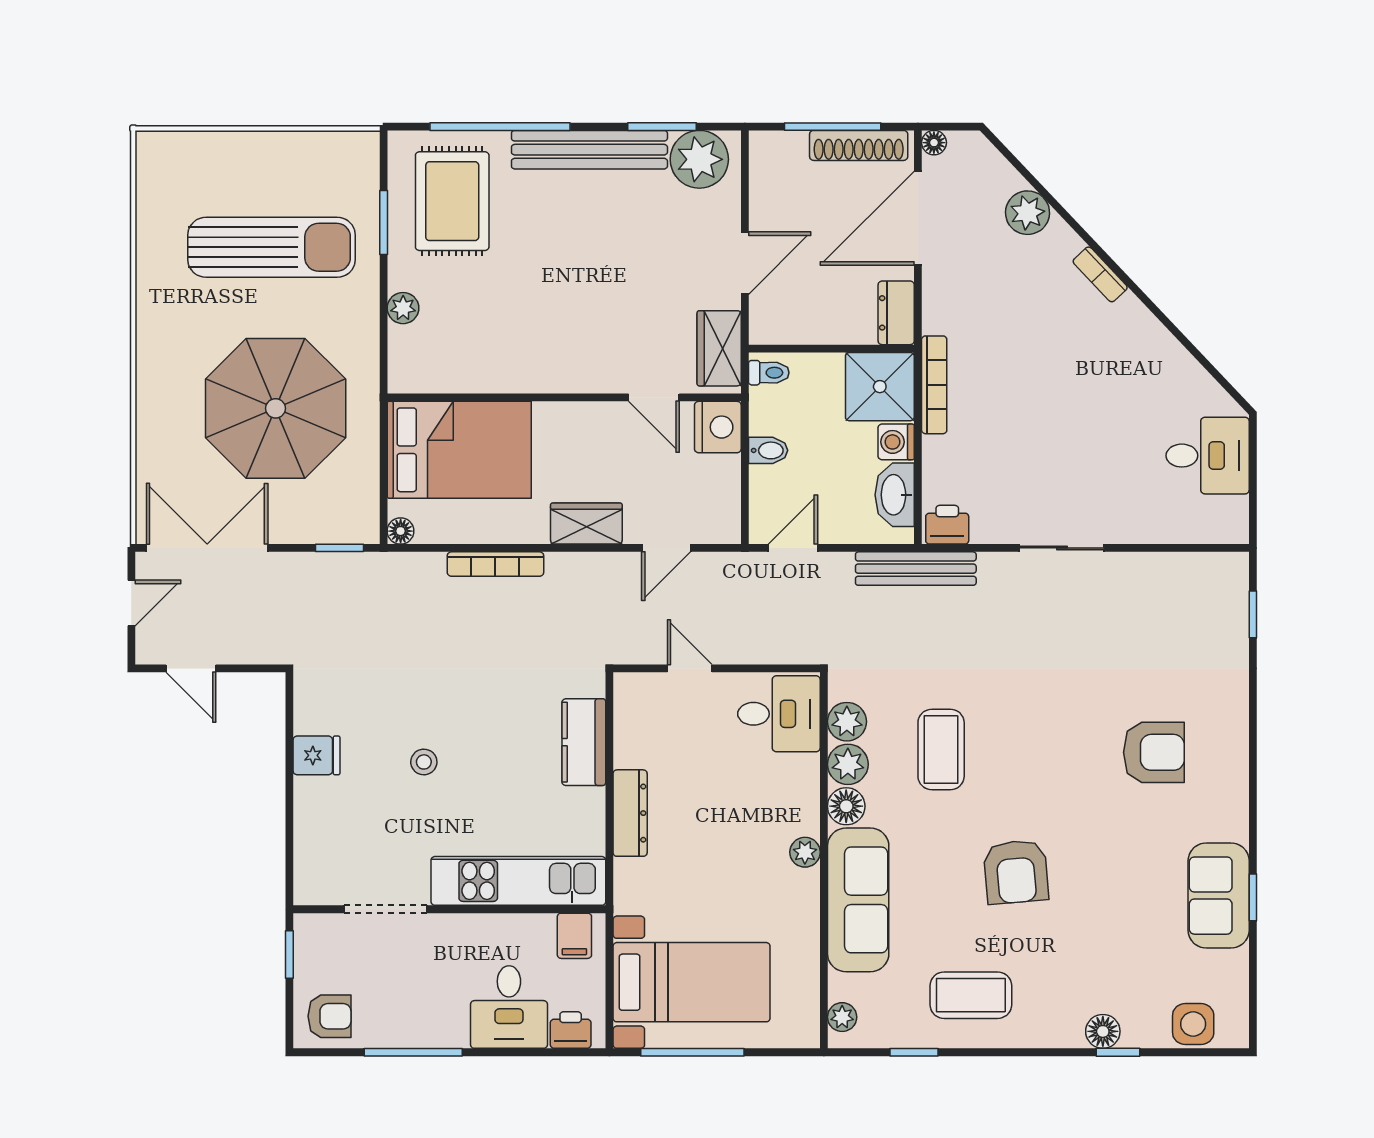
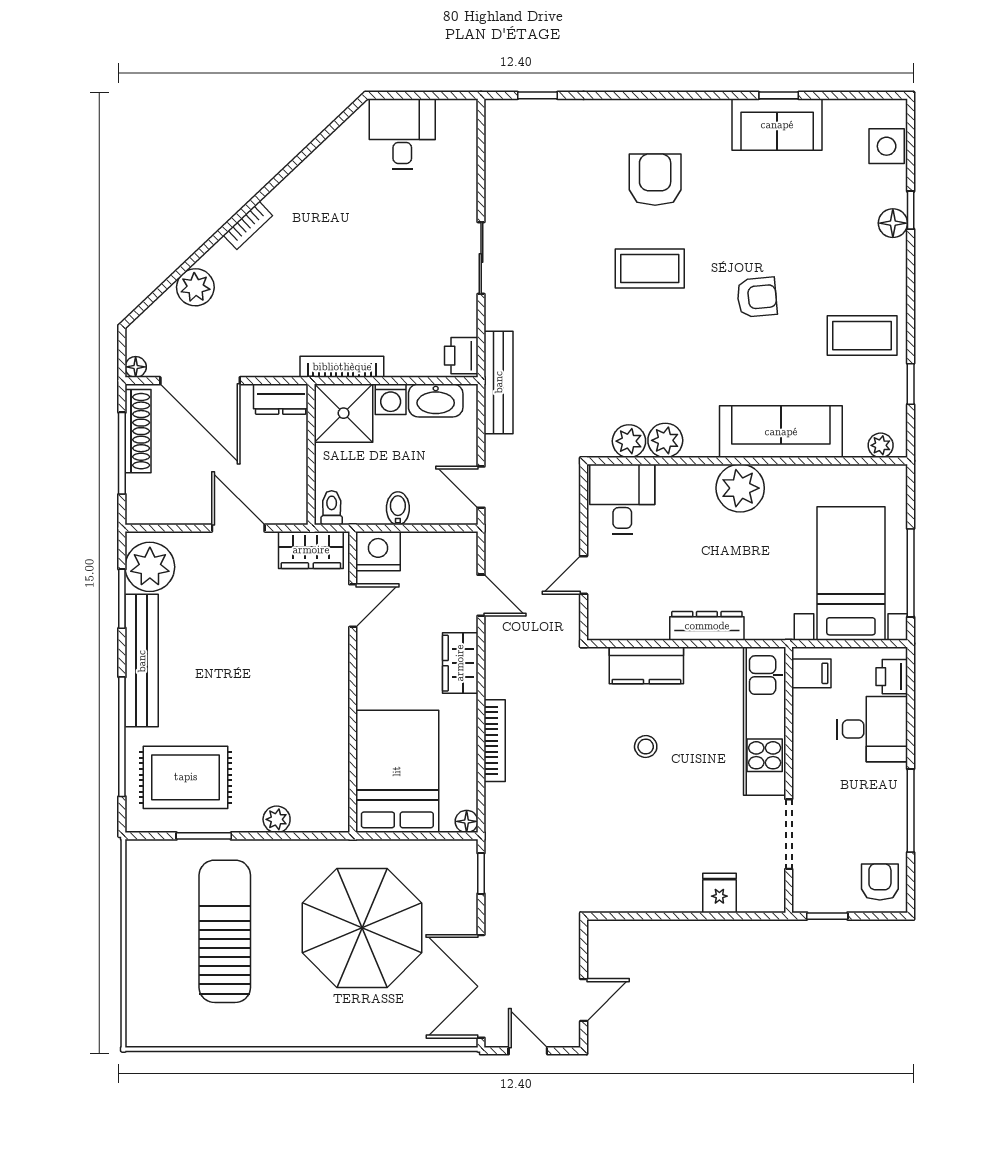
coffee table: (941, 749) -> (650, 268), moved
fridge: (317, 755) -> (719, 893), moved
stool: (424, 762) -> (646, 746), moved
floor lamp: (846, 806) -> (701, 442), removed
plant: (805, 852) -> (740, 488), width x1.88, depth x1.88
armchair: (1016, 872) -> (757, 297), width x0.72, depth x0.72
coffee table: (971, 995) -> (862, 336), turned 90

